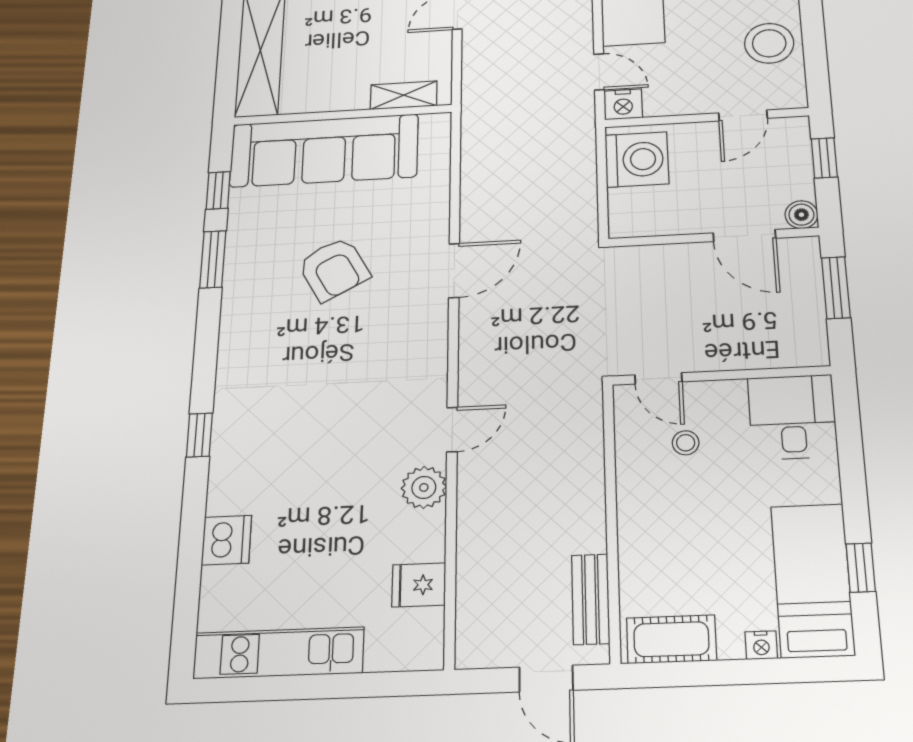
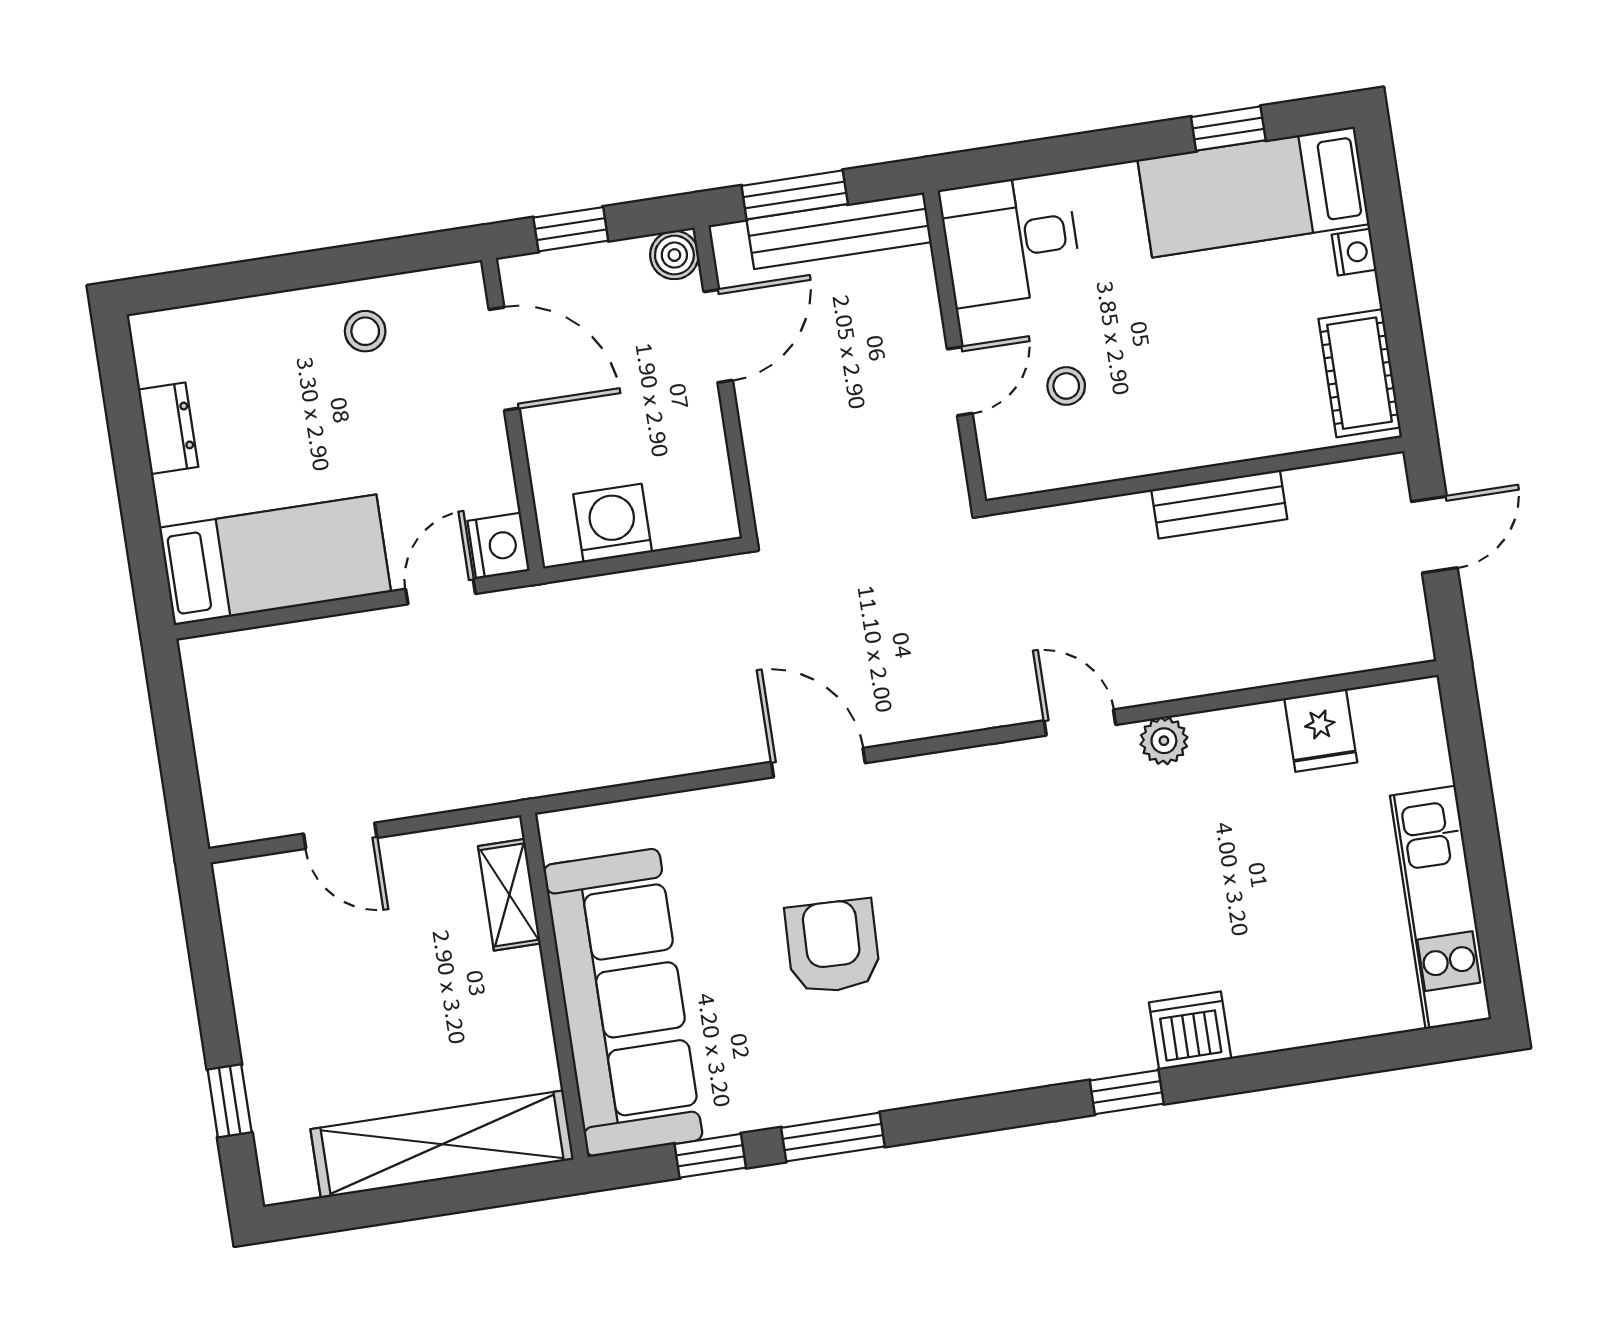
stool: (769, 43) -> (365, 331), width x0.53, depth x0.53
door: (743, 116) -> (504, 359), width x1.38
washing machine: (637, 159) -> (613, 523), width x0.73, depth x0.73
armchair: (334, 269) -> (833, 946), turned -59
bench: (809, 312) -> (839, 231), added
door: (658, 378) -> (960, 381), moved
plant: (424, 487) -> (1164, 741), width x0.73, depth x0.73
dishwasher: (227, 540) -> (1190, 1031), moved
bench: (591, 599) -> (1219, 504), moved

